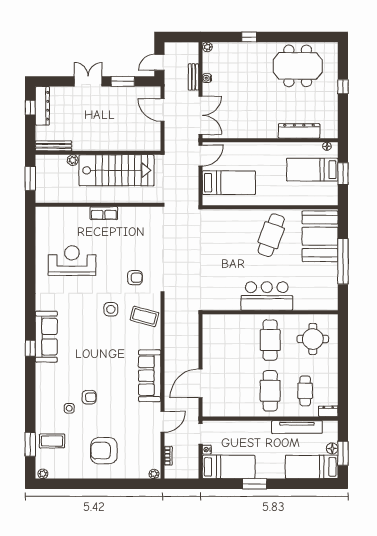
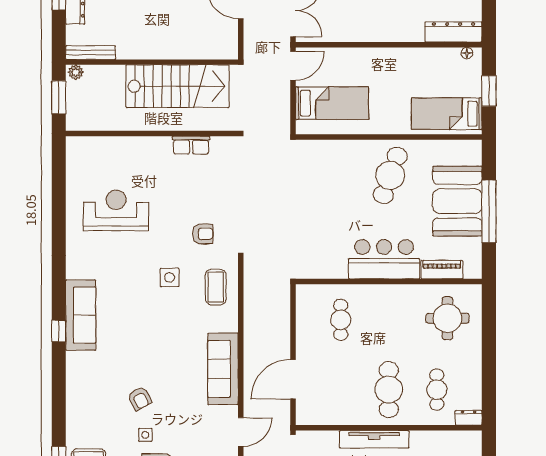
dresser: (299, 131) -> (454, 32), moved
plant: (73, 160) -> (76, 72), moved
bed: (312, 170) -> (447, 114), moved
row of seats: (104, 213) -> (191, 145), moved
booth: (320, 236) -> (457, 201), moved
piano: (309, 304) -> (442, 270), added
coffee table: (144, 316) -> (216, 287), turned 75
cafe table: (270, 340) -> (341, 320), moved, width x0.73, depth x0.74
armchair: (89, 397) -> (140, 398), turned 62
side table: (69, 408) -> (145, 435), moved
tv unit: (297, 427) -> (374, 439), moved

